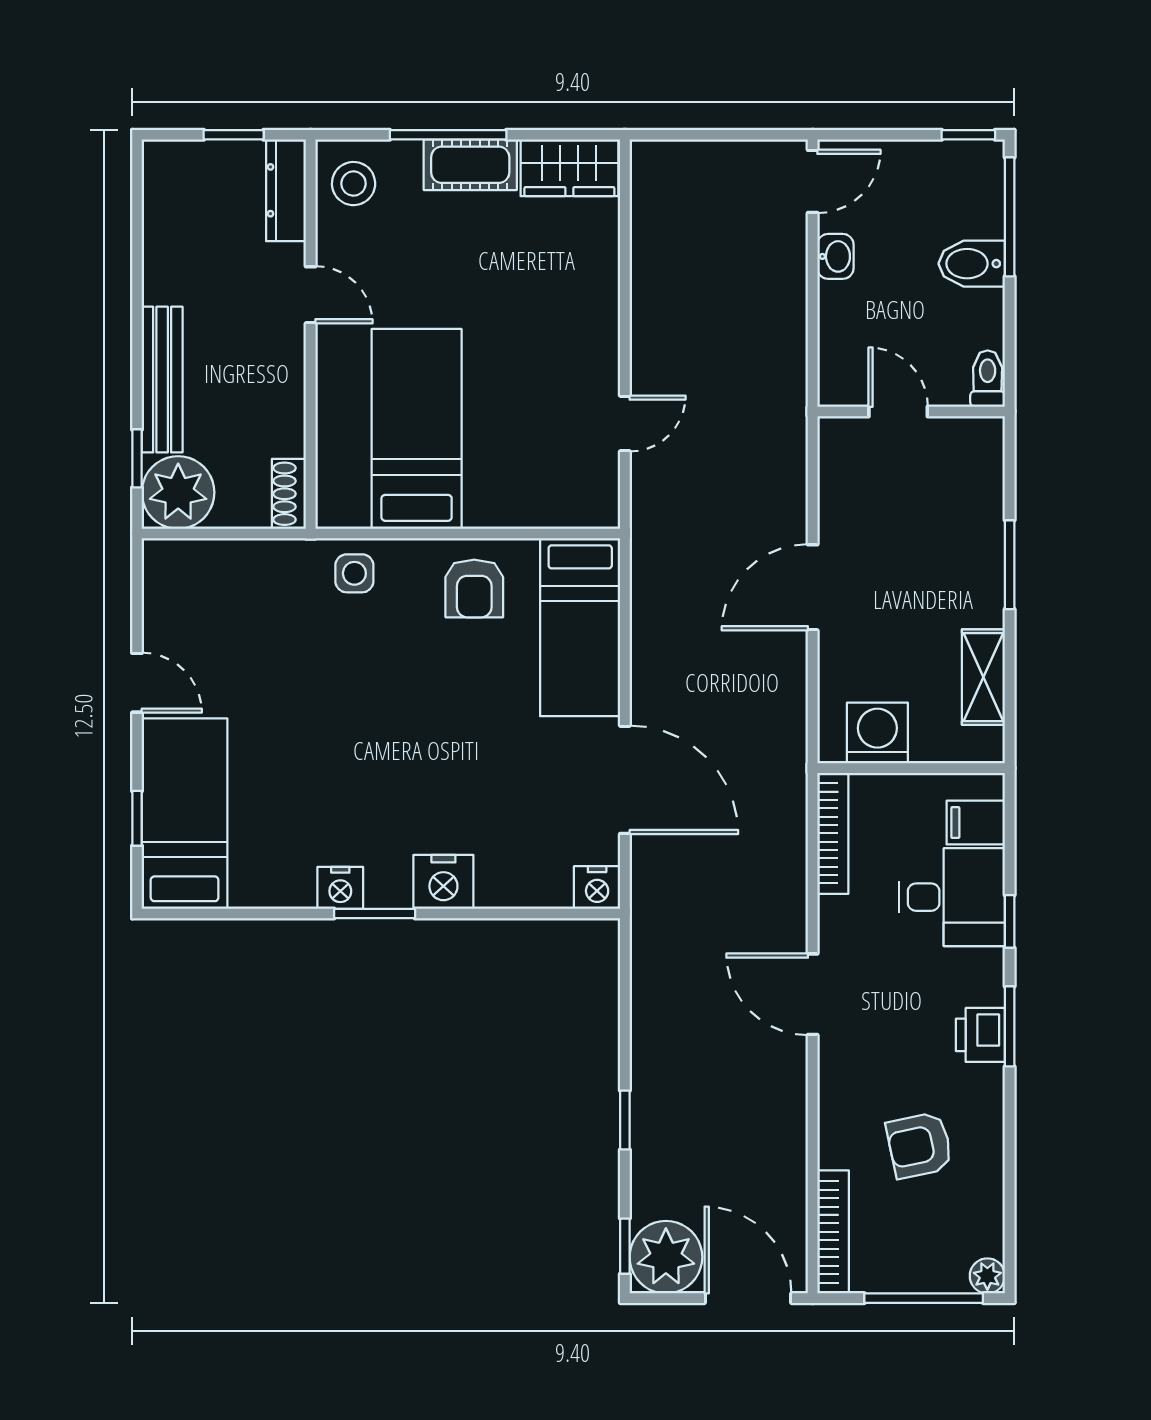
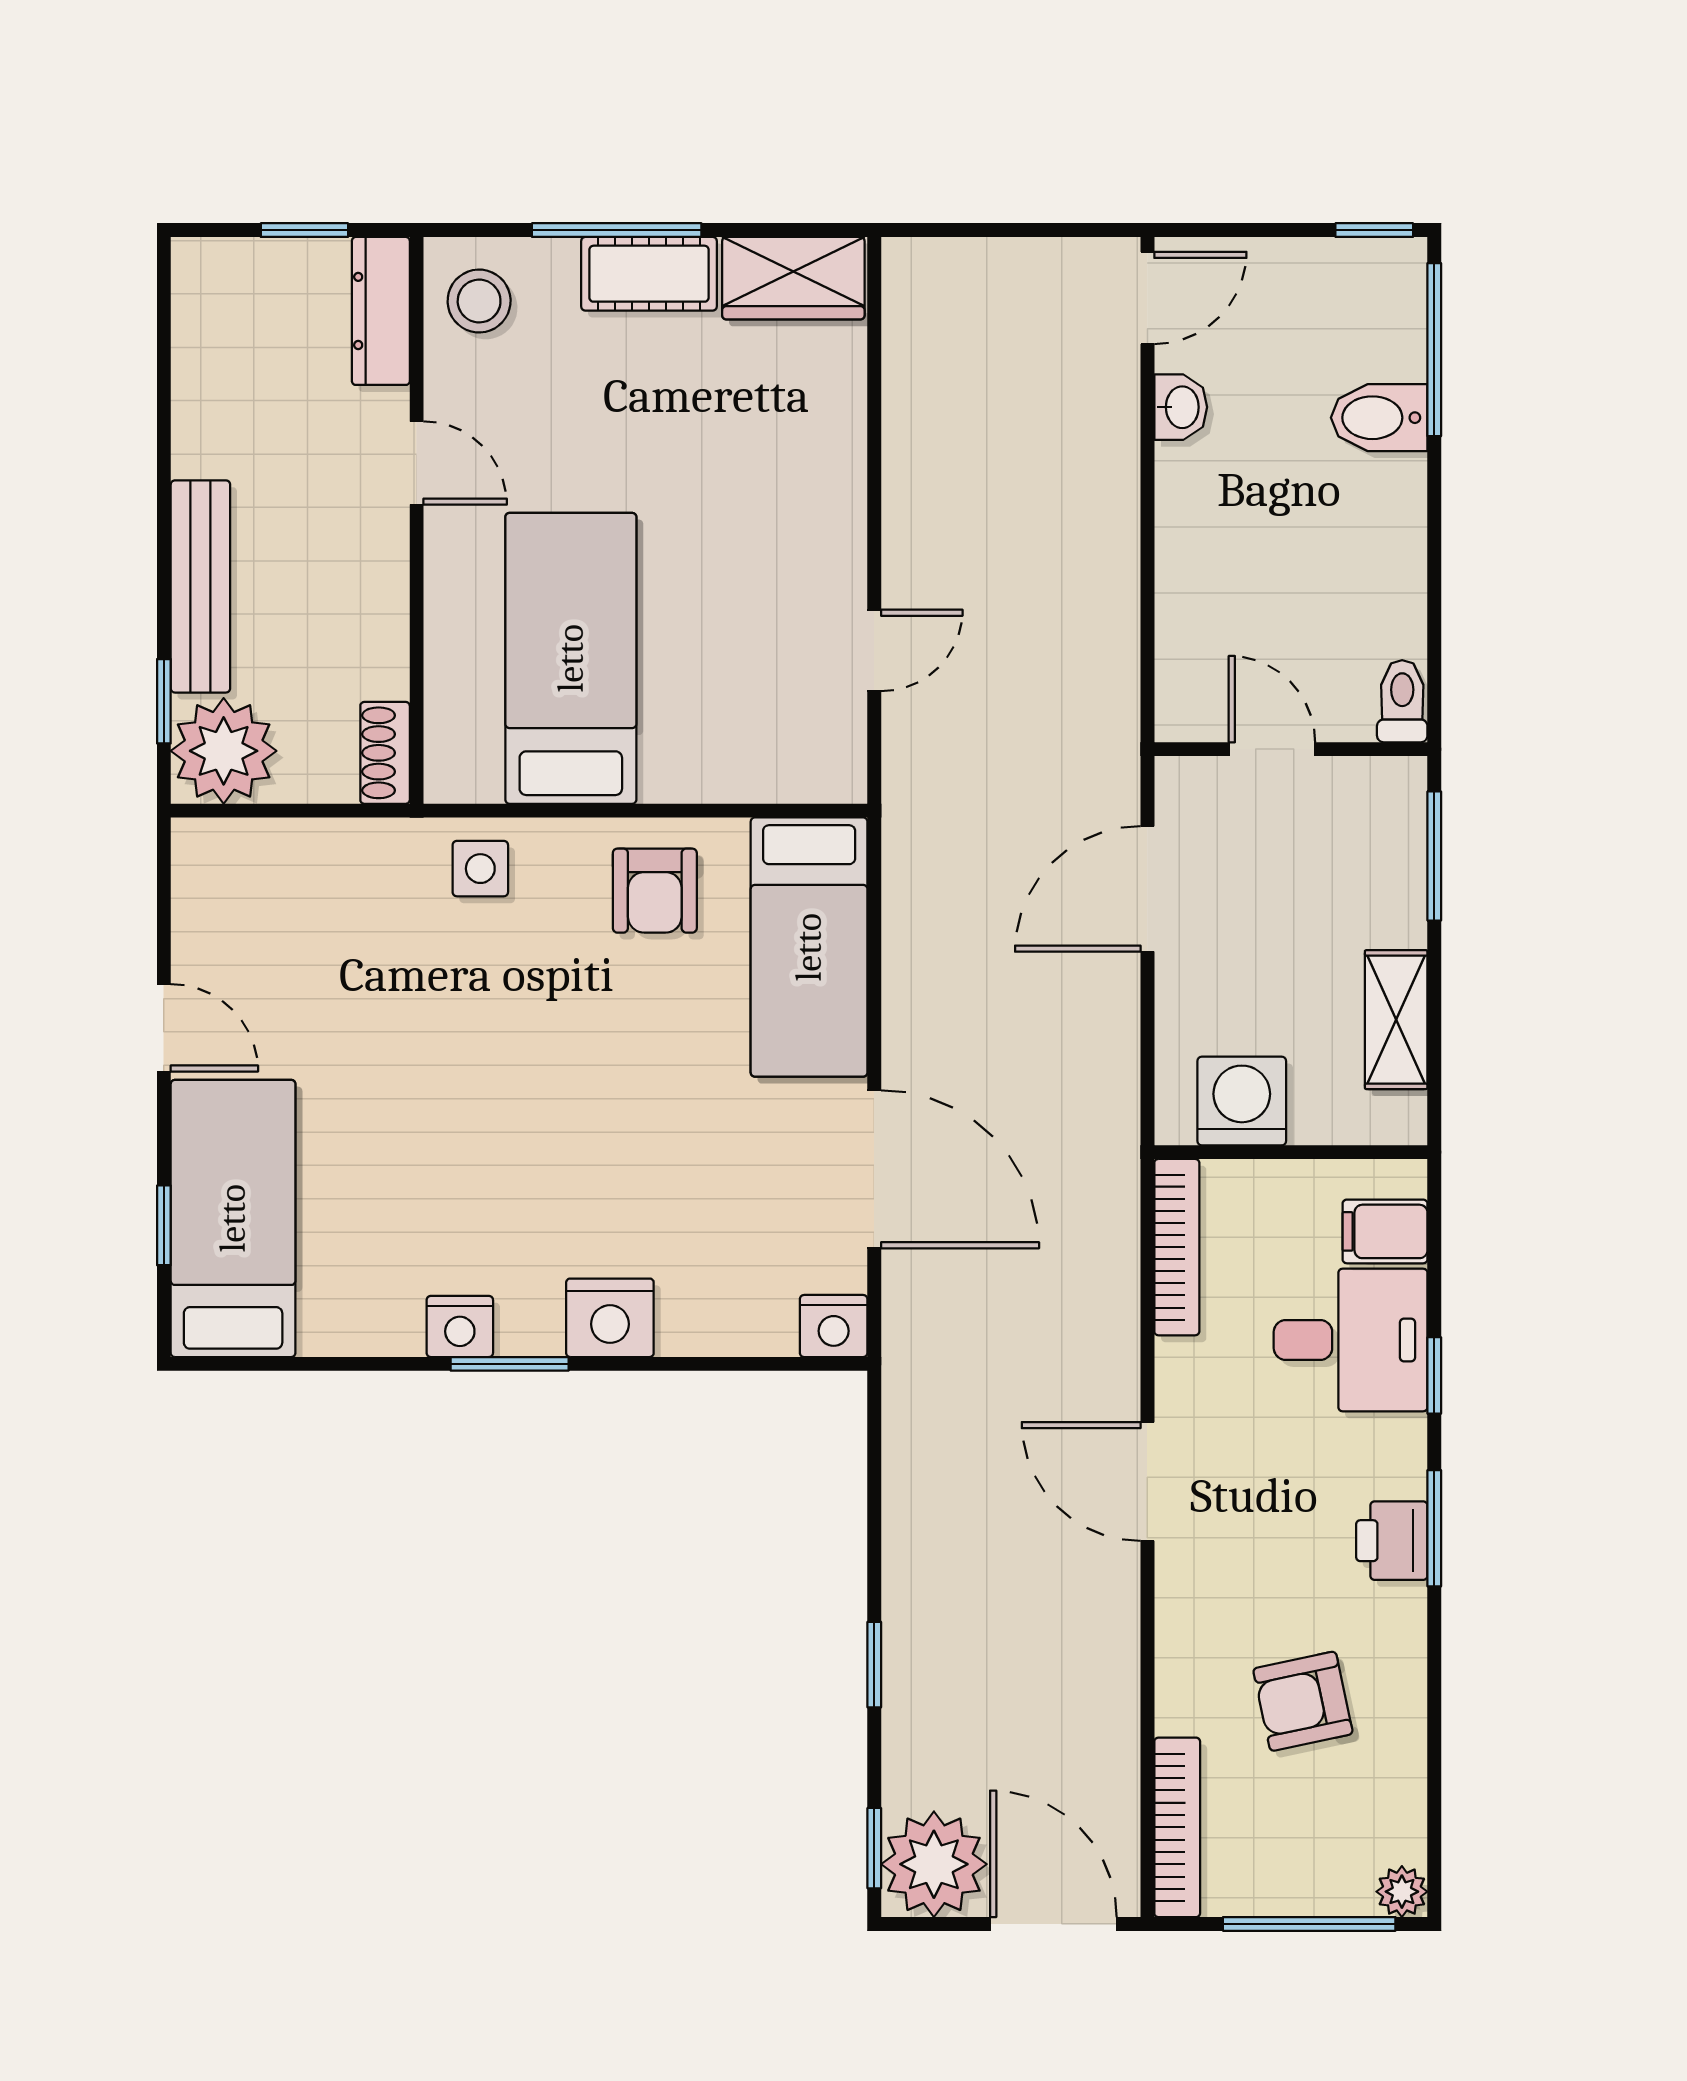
toilet: (988, 379) -> (1402, 701), moved
door: (898, 412) -> (1272, 749), moved
wall: (911, 412) -> (1291, 749), moved

